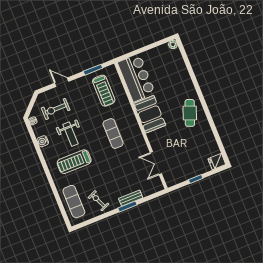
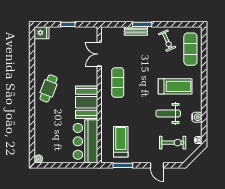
exercise mat: (113, 133) -> (118, 82), moved
weight bench: (71, 134) -> (168, 113), turned -90
double door: (156, 163) -> (99, 54), swing flipped

